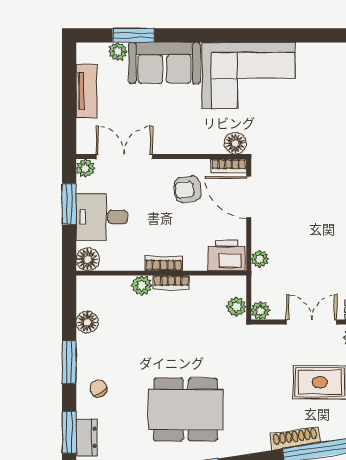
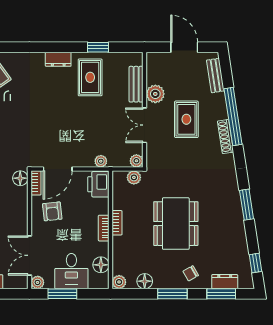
floor lamp: (88, 259) -> (101, 265), moved
plant: (142, 285) -> (119, 282), moved
dining table: (186, 409) -> (176, 224), moved

